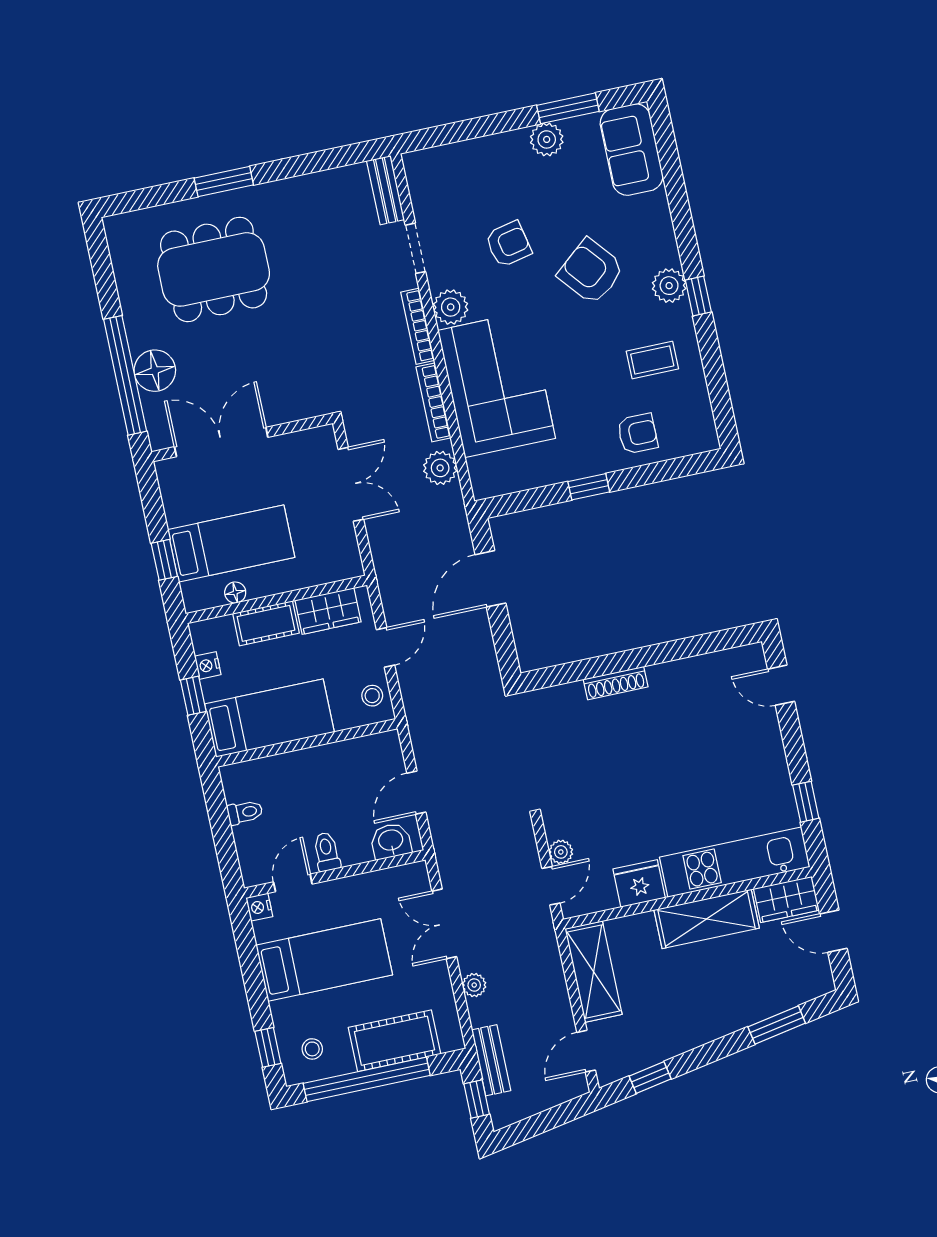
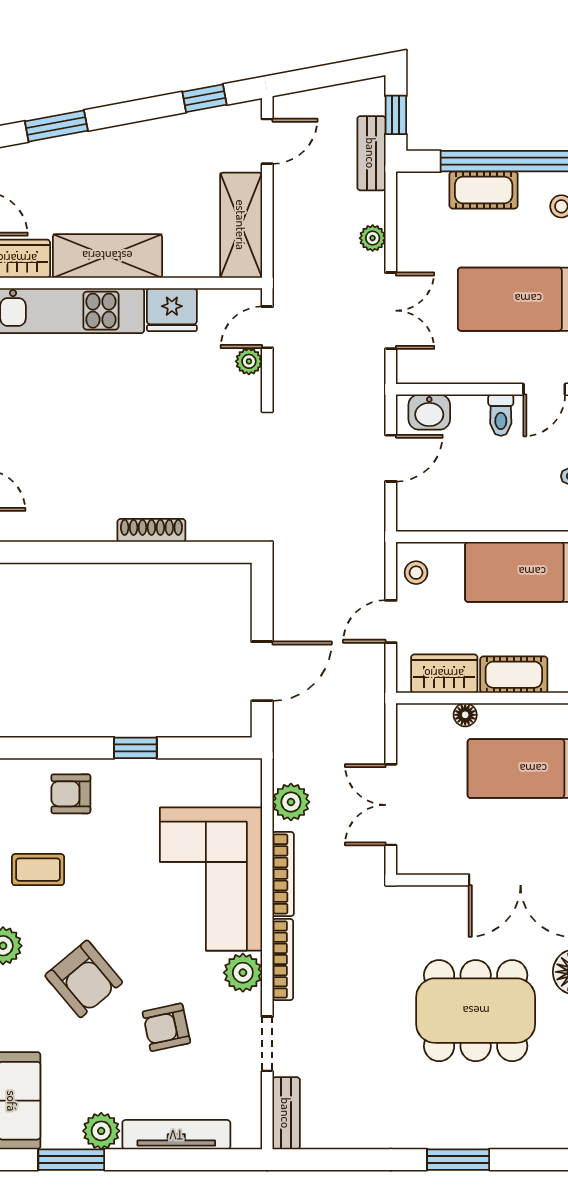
tv unit: (479, 150) -> (176, 1135), added
dining table: (214, 269) -> (476, 1011), moved
floor lamp: (235, 593) -> (465, 715), moved
cot: (394, 1041) -> (484, 190), width x0.73, depth x0.75

